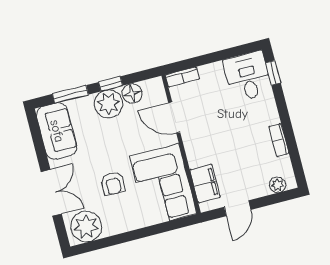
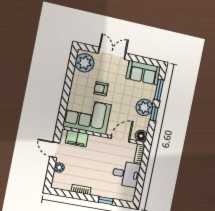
window: (273, 73) -> (106, 201), moved
desk: (248, 76) -> (126, 174), moved
floor lamp: (132, 93) -> (141, 136), moved
plant: (278, 185) -> (59, 167), moved
double door: (51, 193) -> (112, 53), swing flipped

